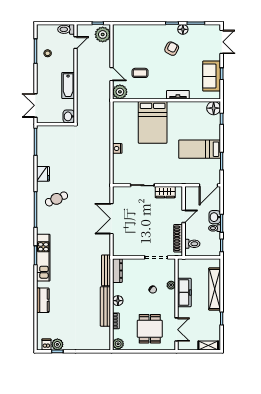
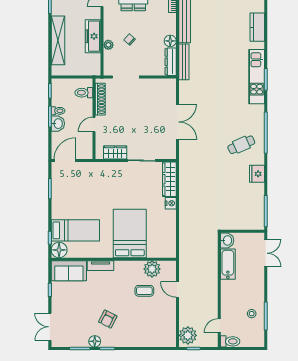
sofa: (212, 76) -> (69, 271), moved, turned 90
bathtub: (68, 86) -> (228, 264), moved
plant: (120, 92) -> (152, 269), moved
bed: (200, 149) -> (75, 230), moved
wardrobe: (118, 169) -> (169, 179), added
floor lamp: (118, 301) -> (170, 41), moved

